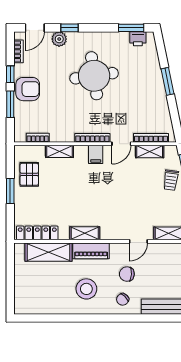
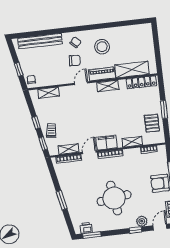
filing cabinet: (96, 154) -> (107, 143), width x2.00
door: (138, 241) -> (81, 83), moved

